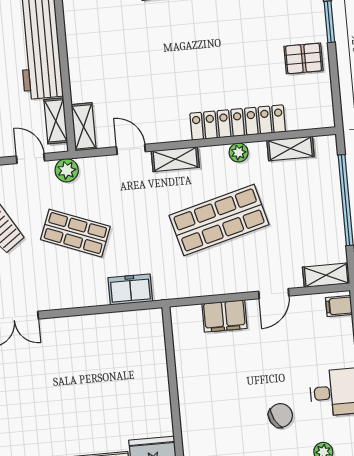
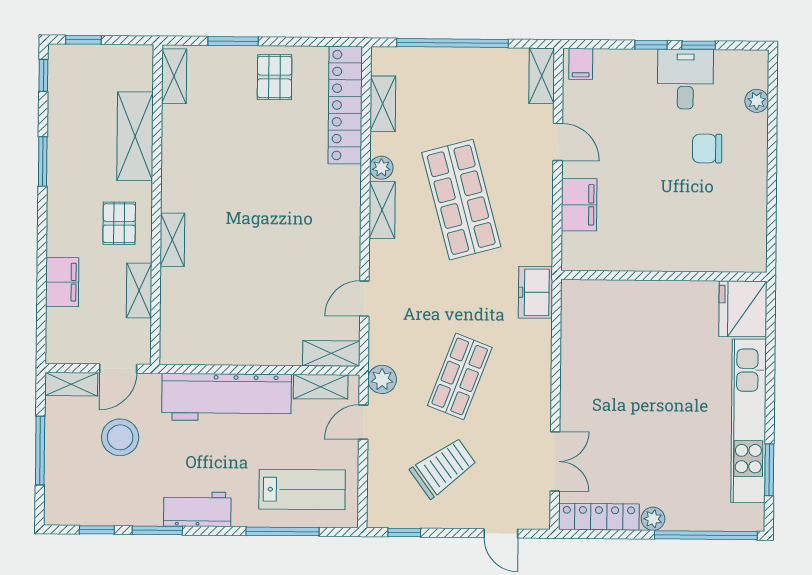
locker: (238, 123) -> (345, 105), moved
shelving: (175, 159) -> (382, 210), moved
freezer: (130, 290) -> (535, 292), moved
chair: (281, 415) -> (707, 149), turned -62

